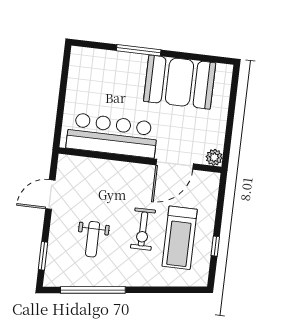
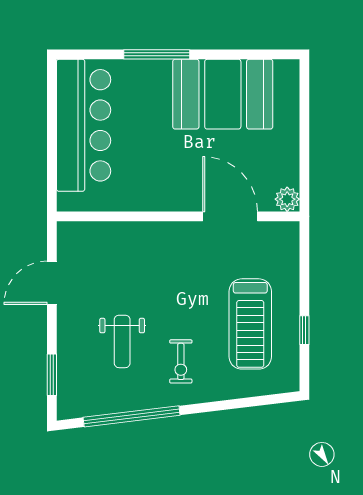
bar counter: (112, 135) -> (84, 125), moved, turned 90
door: (175, 164) -> (230, 216), swing flipped
exercise bike: (143, 229) -> (181, 361), moved, width x0.73, depth x0.72

